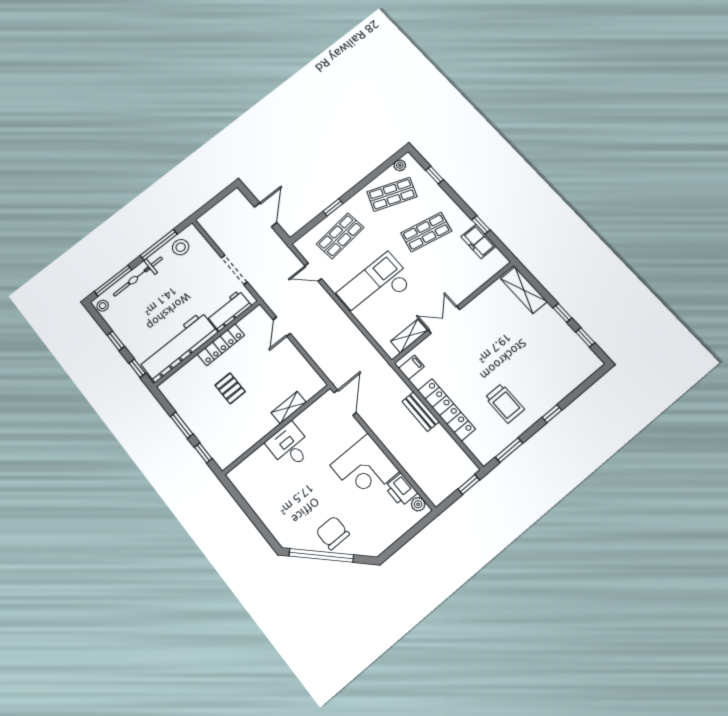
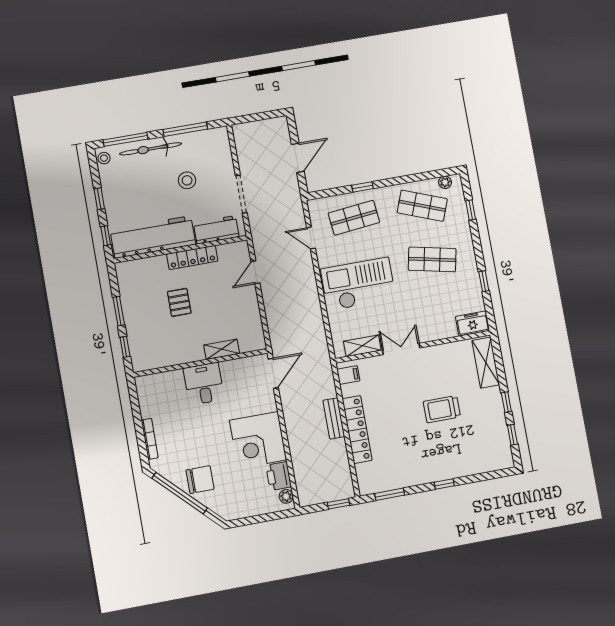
freezer: (478, 241) -> (472, 324), moved, turned 90
stool: (181, 247) -> (187, 180), moved
trolley: (505, 403) -> (442, 409), moved, turned 90
bookcase: (268, 522) -> (150, 439), added
chair: (333, 533) -> (200, 480), turned 90

